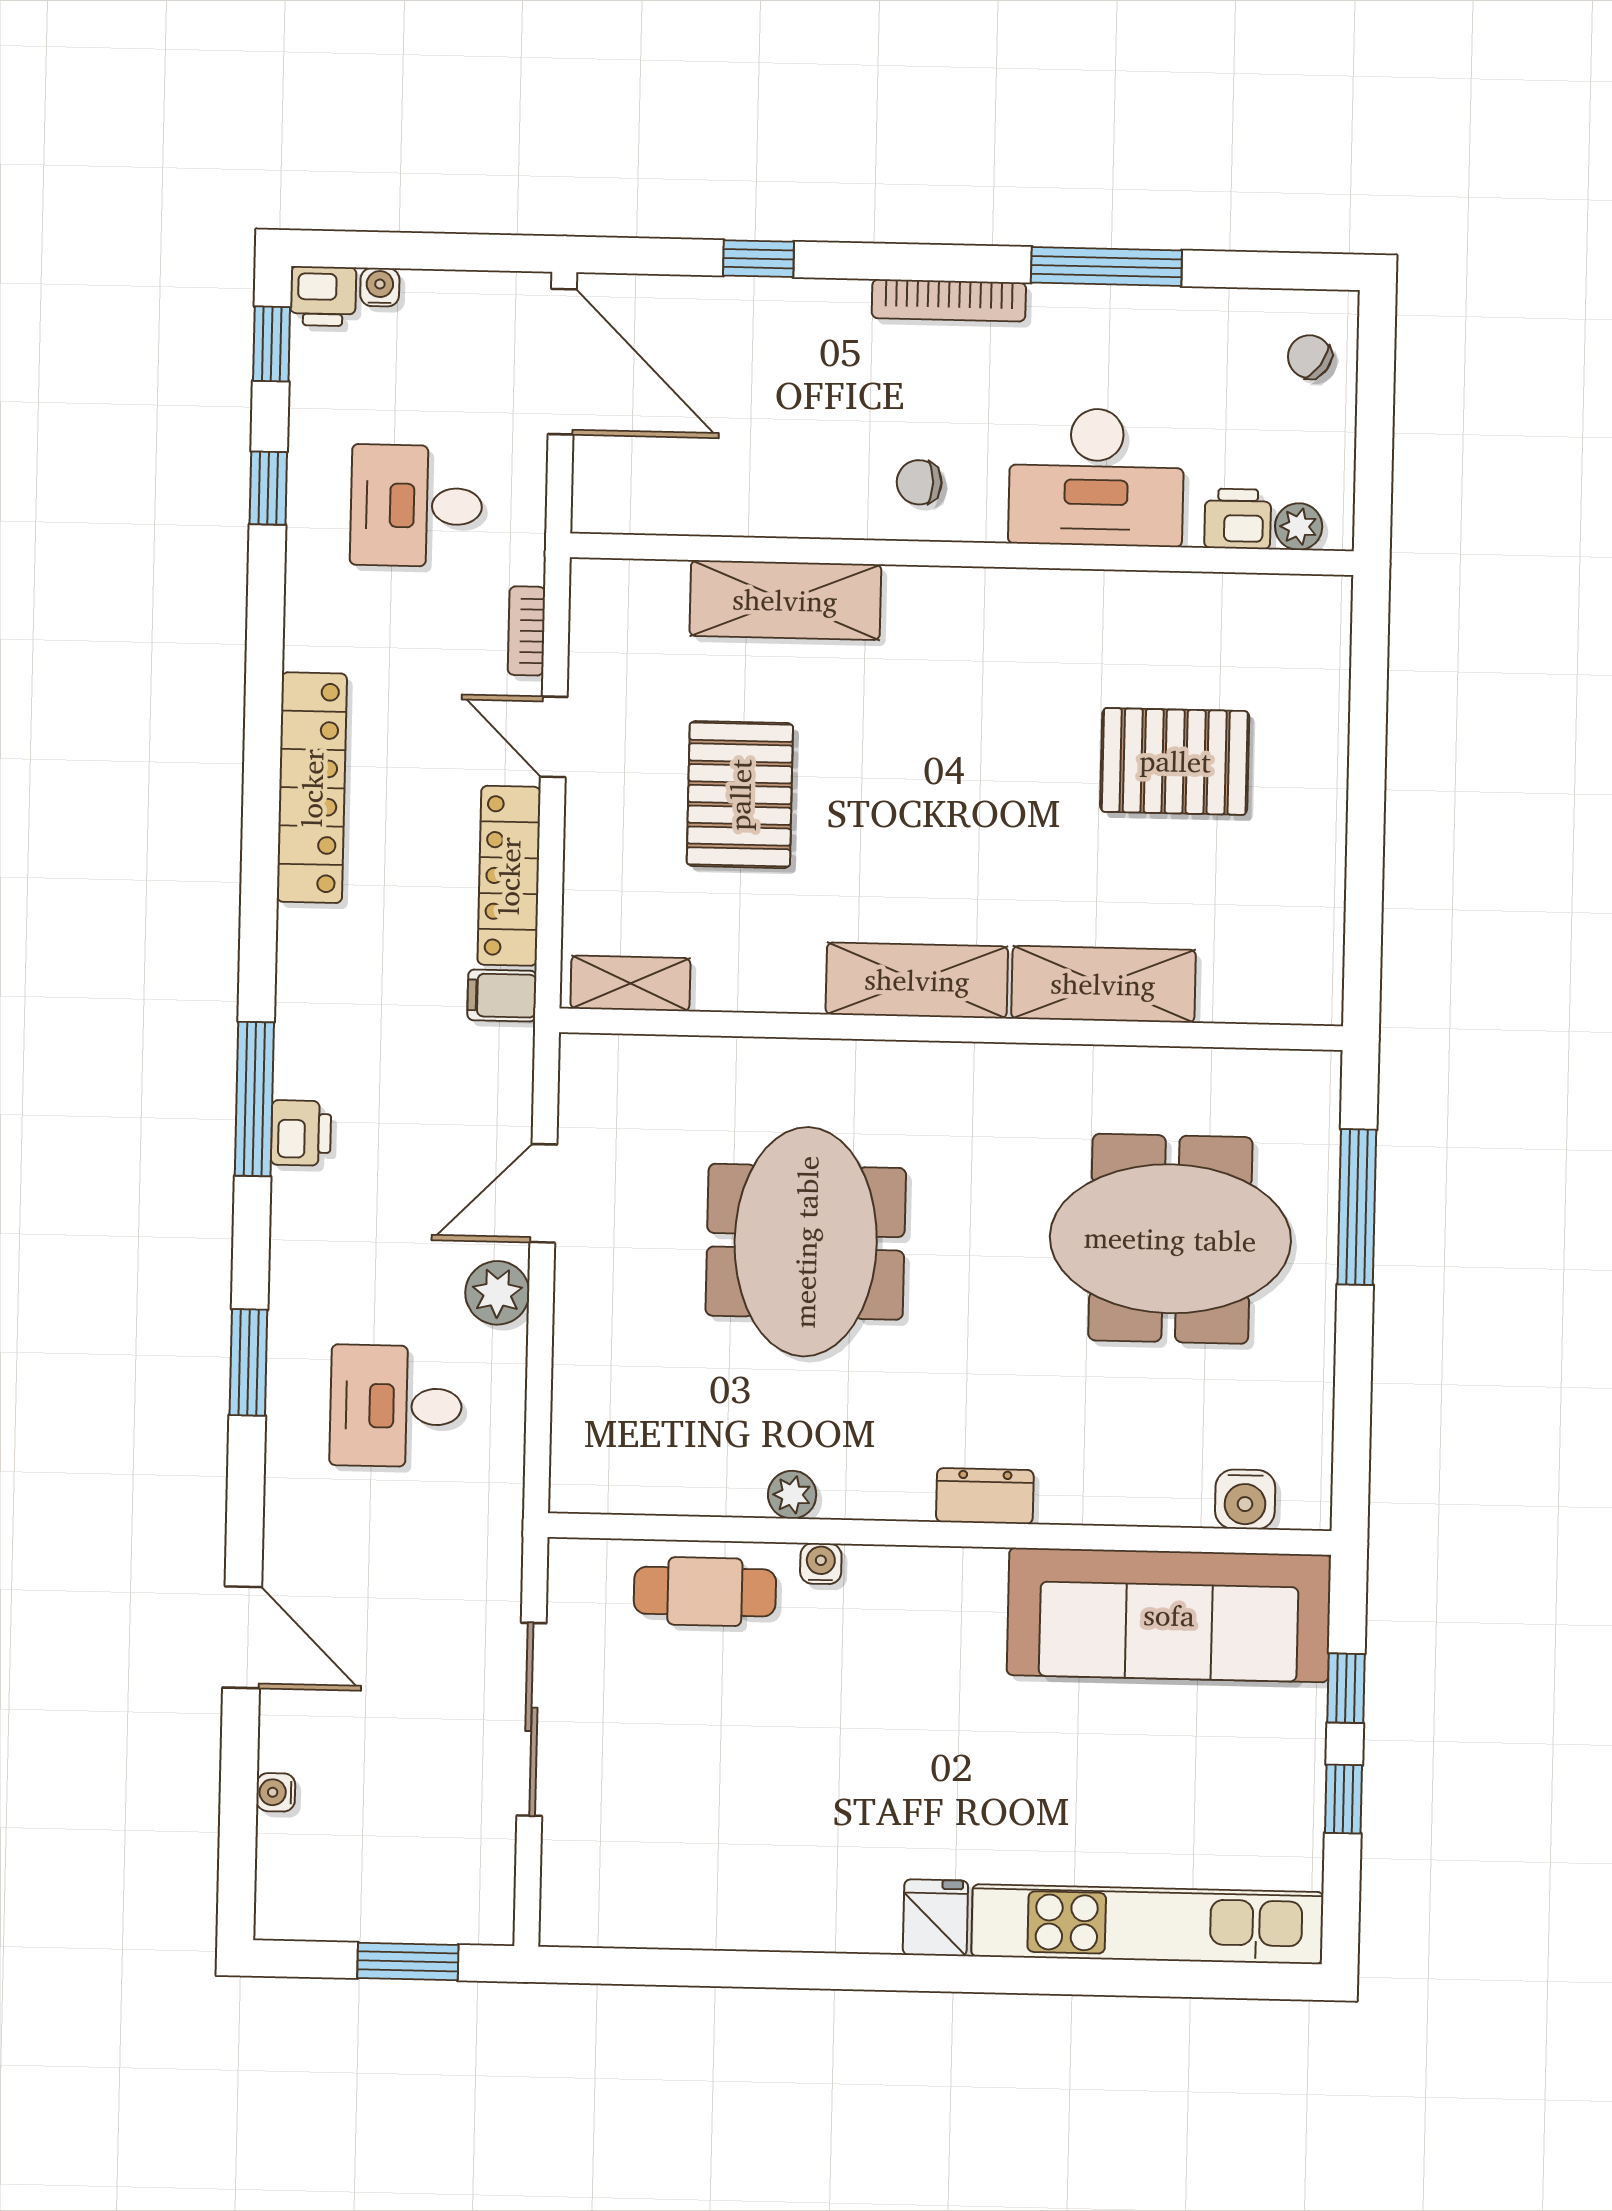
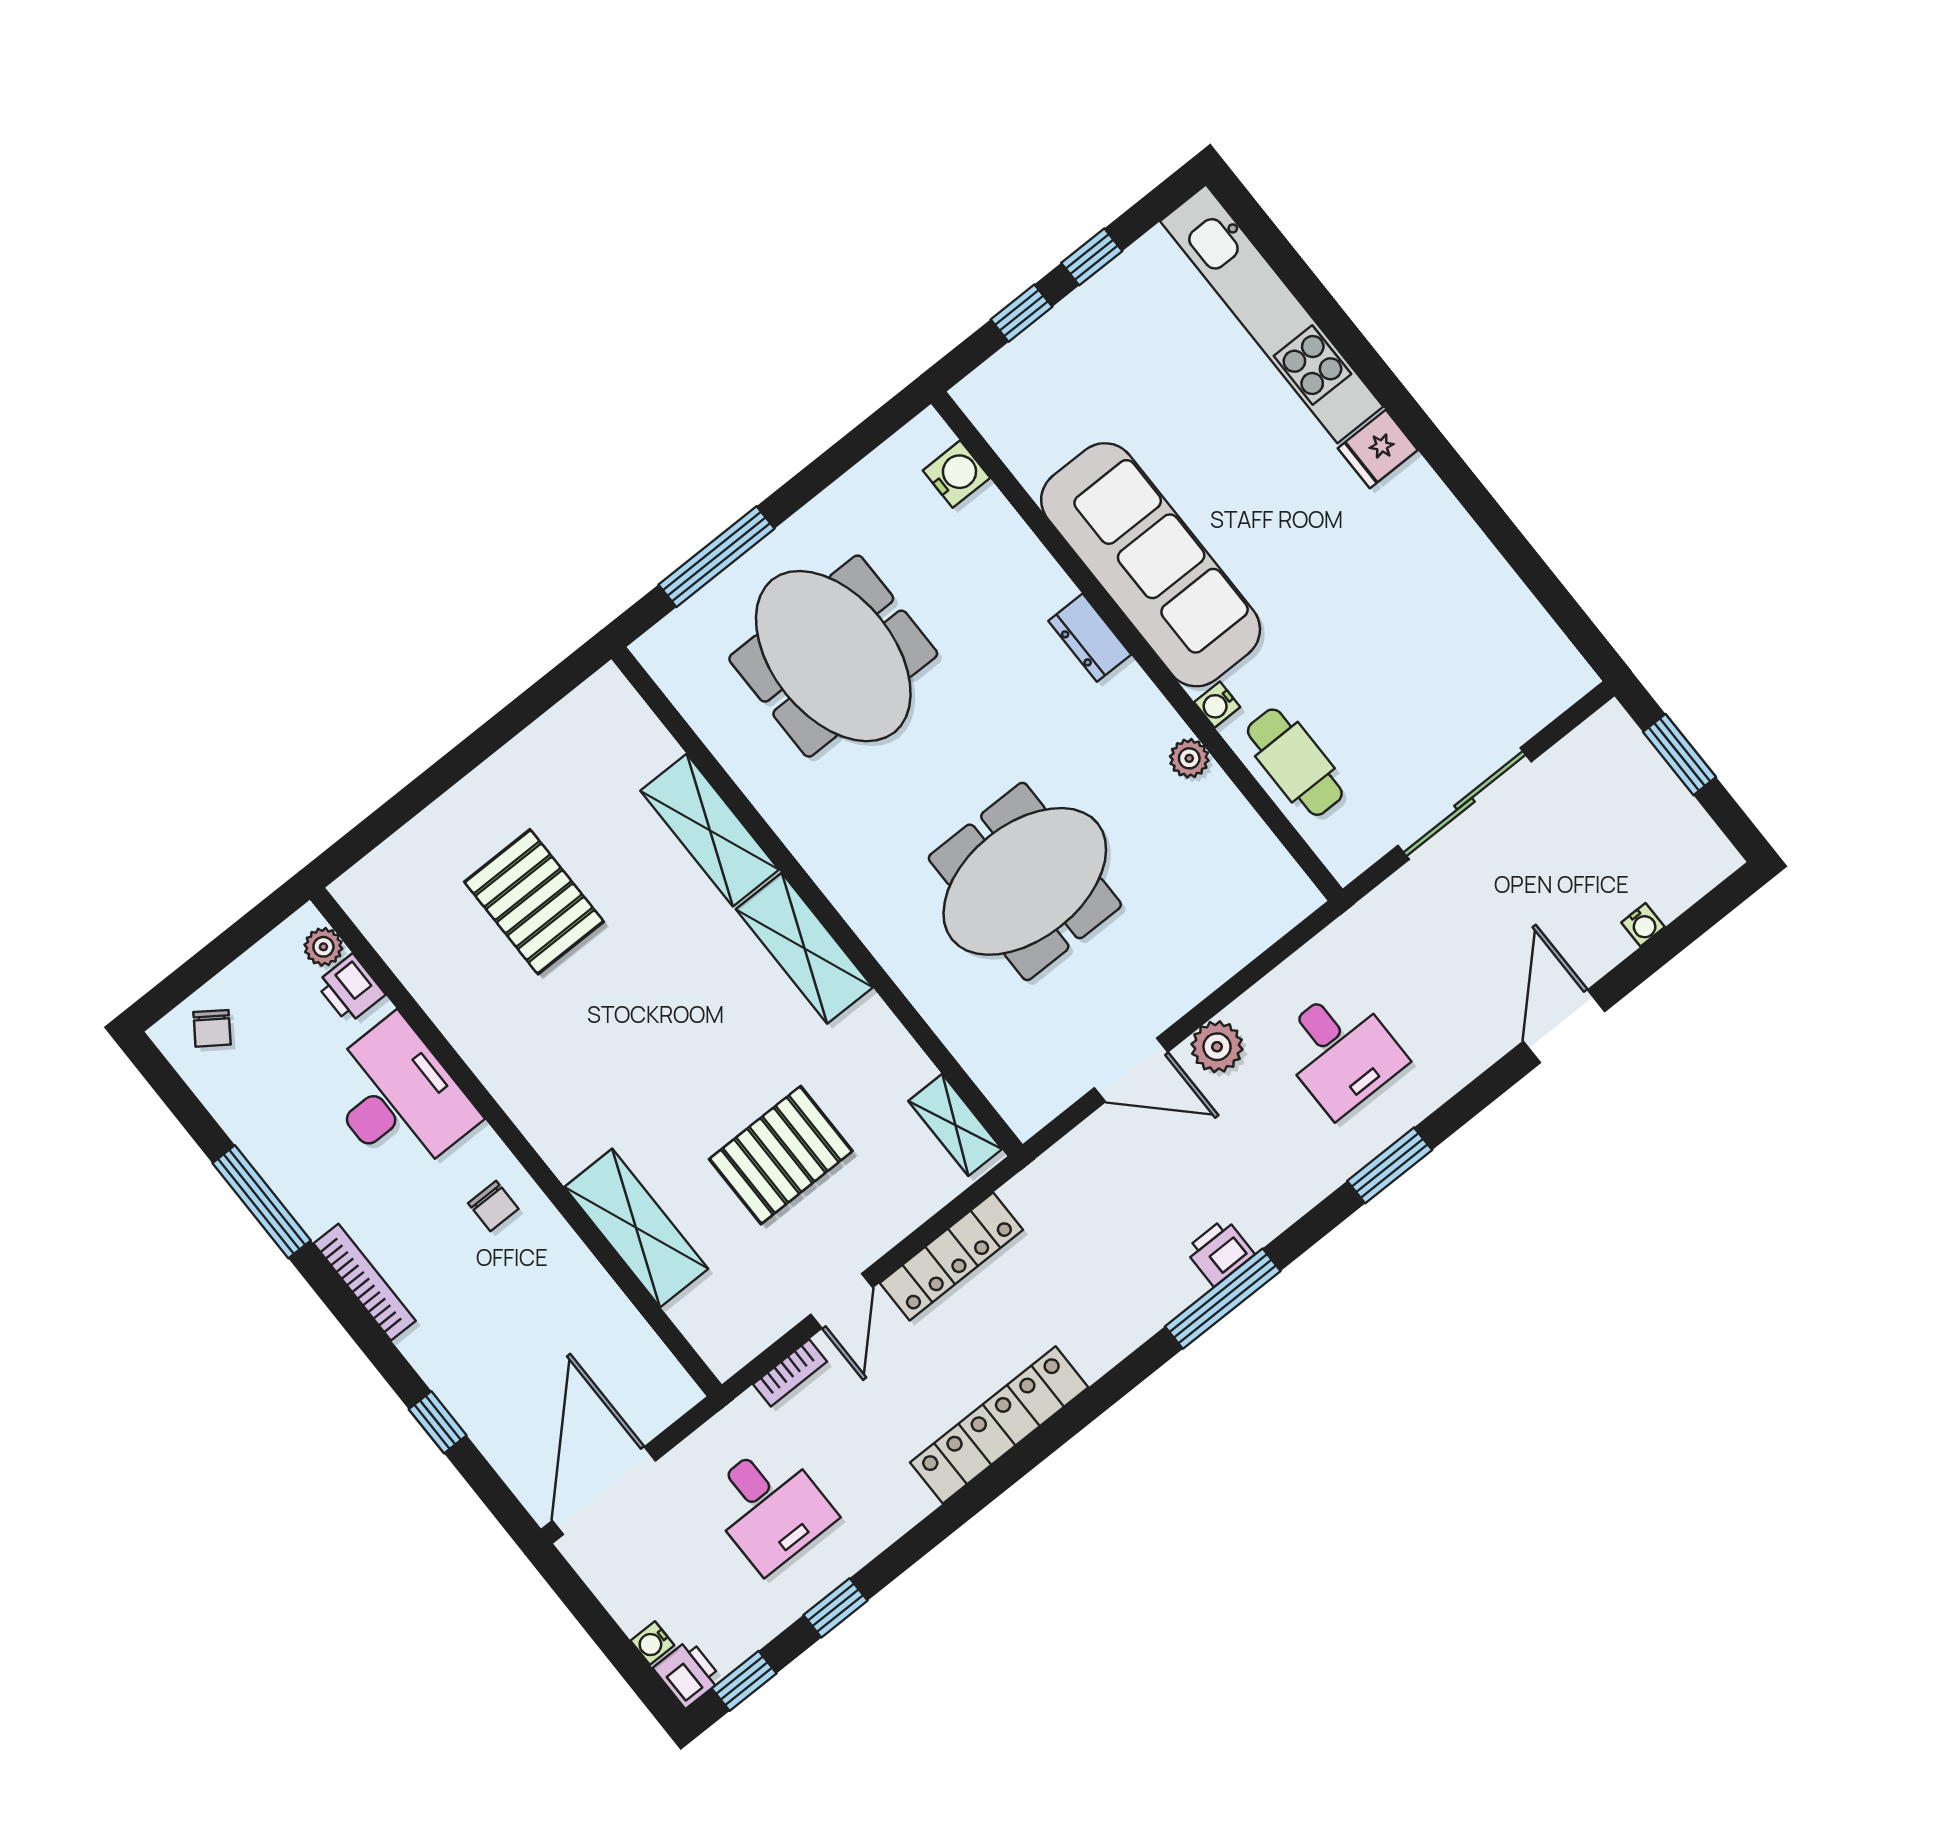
filing cabinet: (502, 996) -> (1030, 1199), removed
sofa: (1169, 1615) -> (1151, 565), moved

